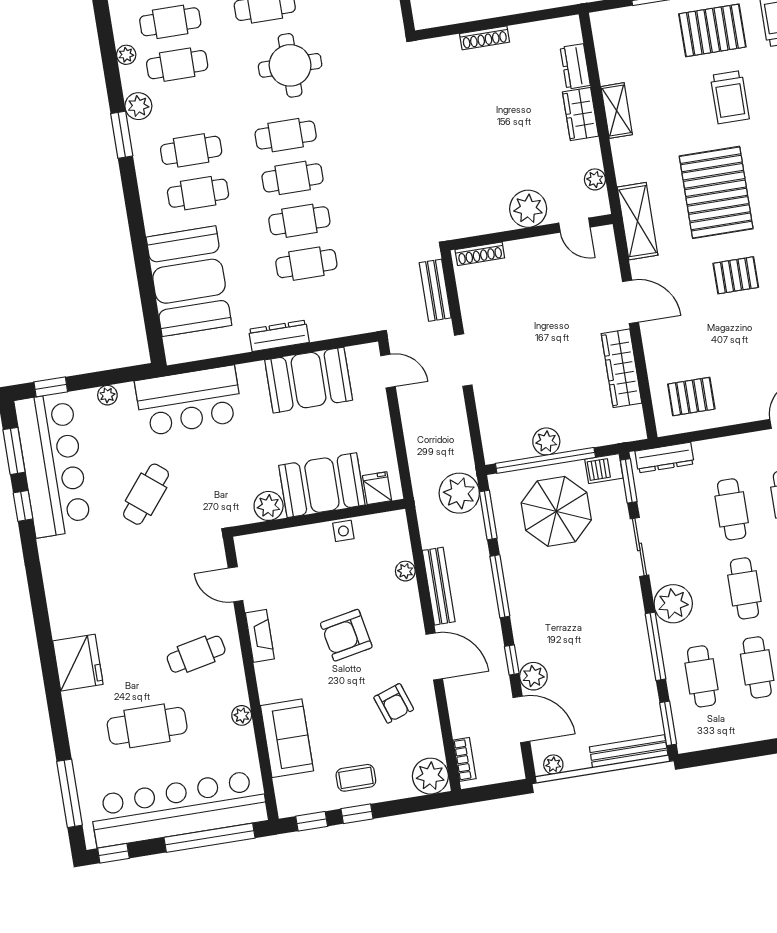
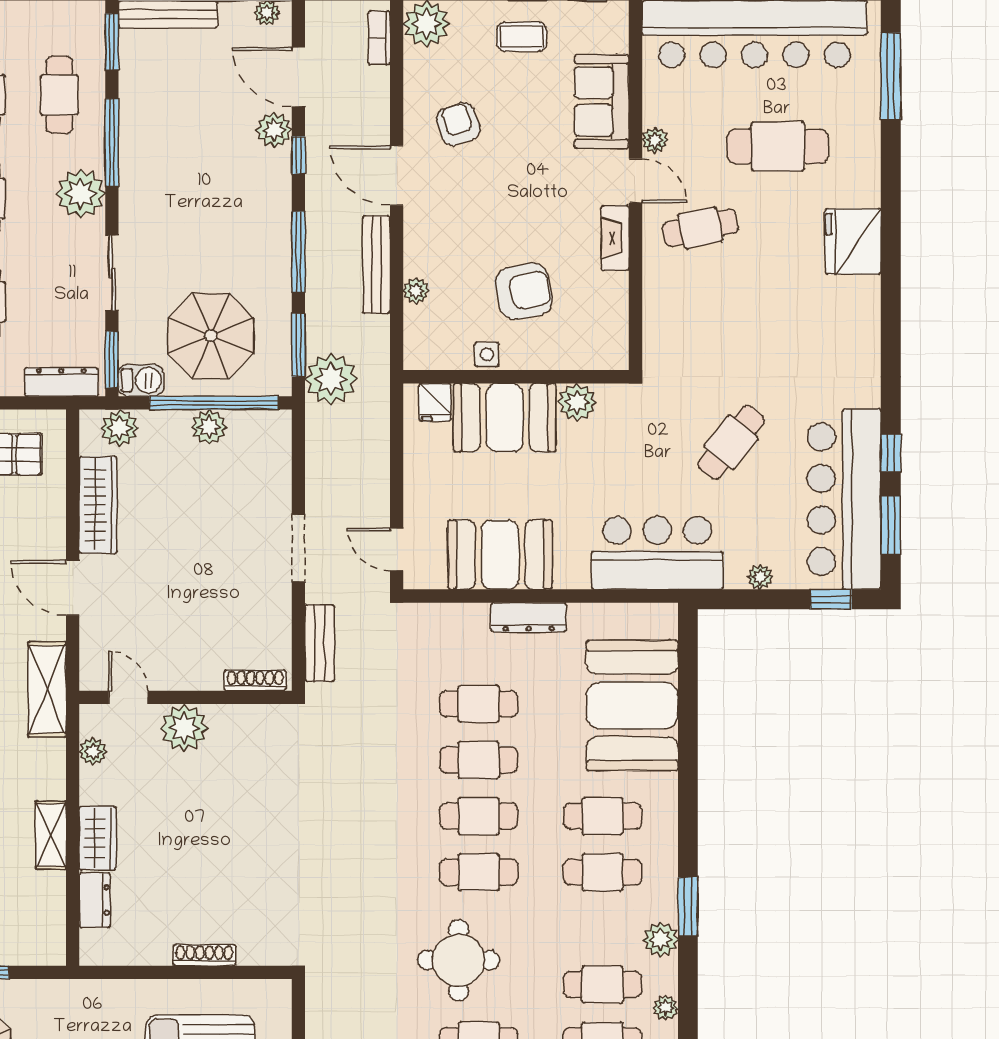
plant: (614, 430) -> (120, 428), added
door: (236, 584) -> (636, 181), moved
armchair: (346, 635) -> (524, 291), moved

